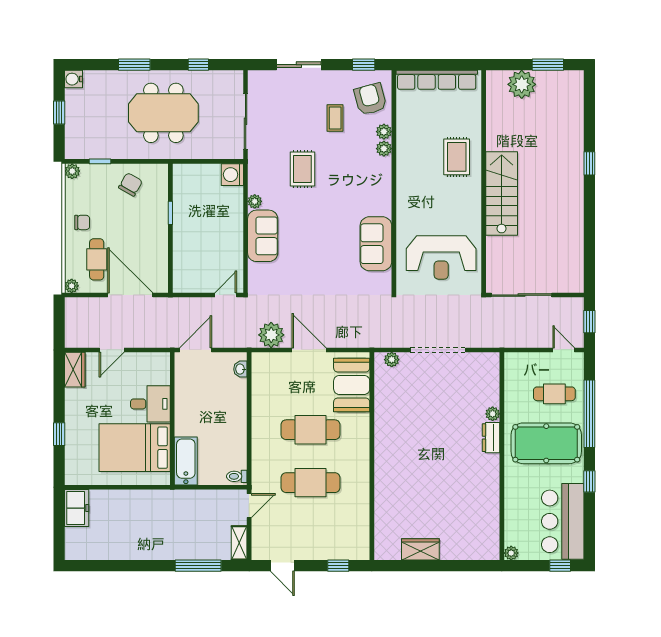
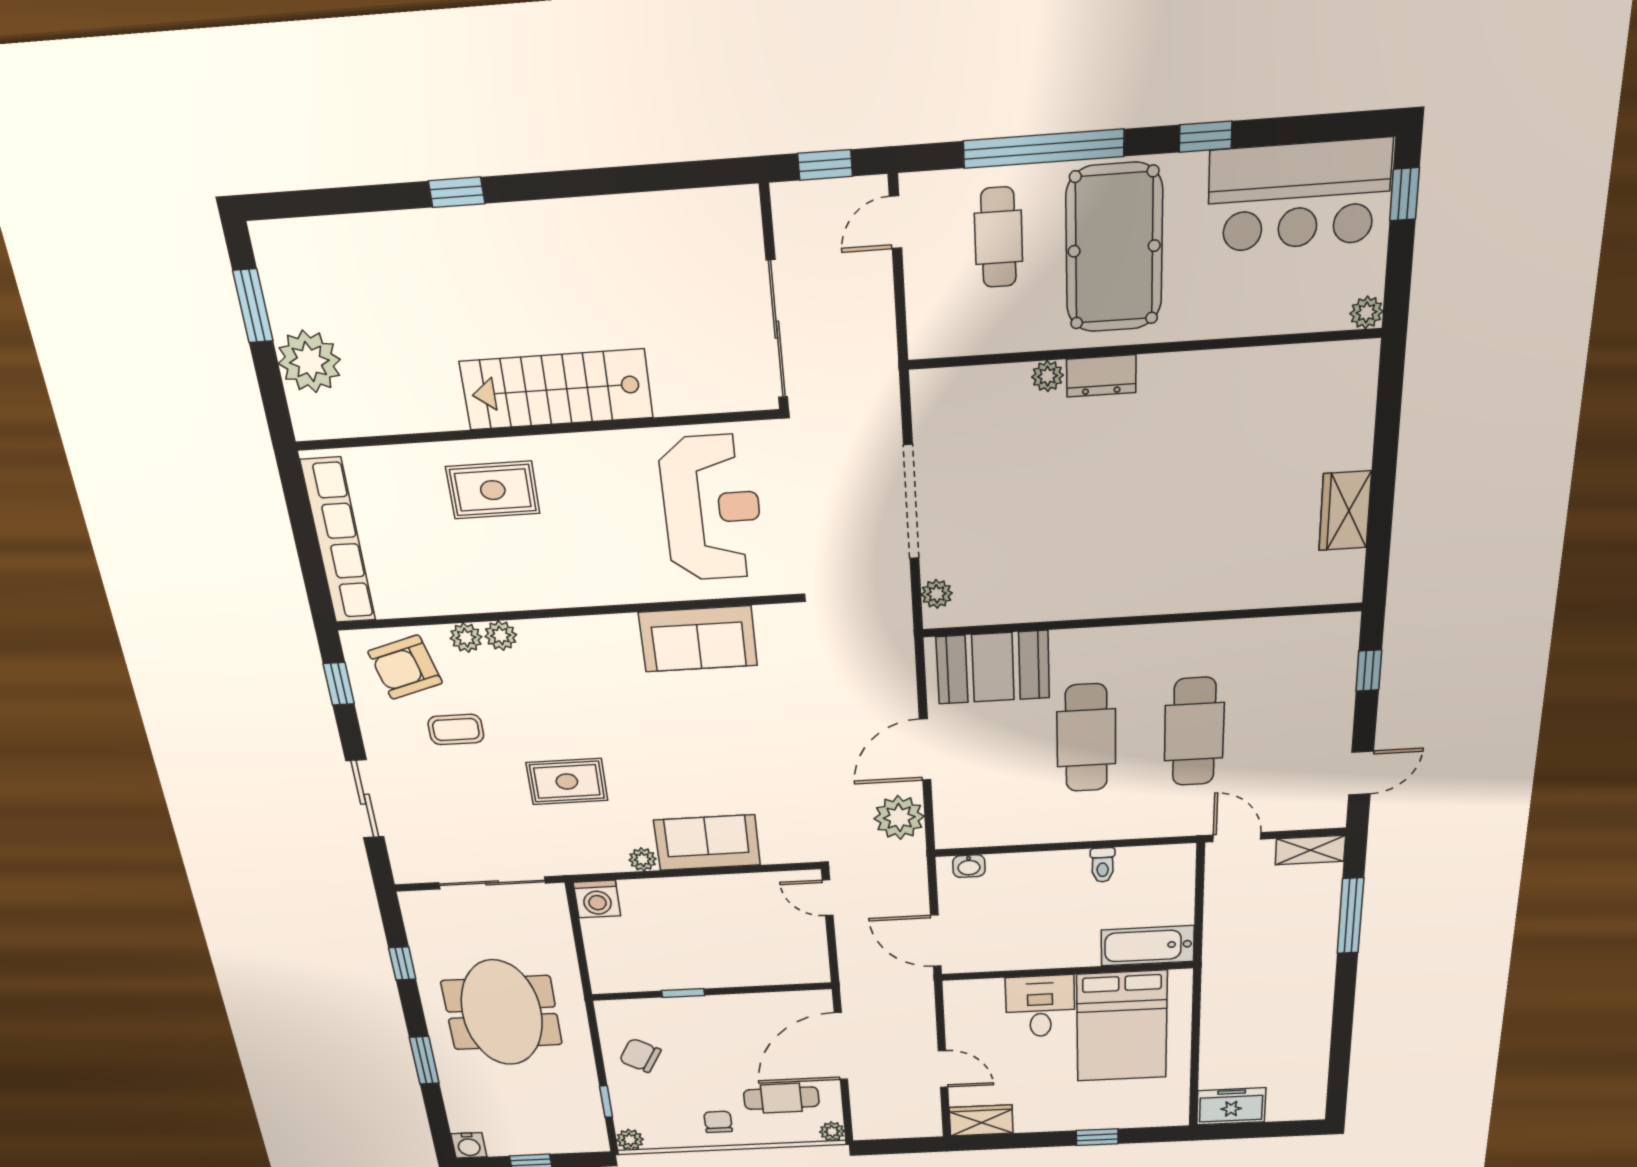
toilet: (237, 476) -> (1103, 865), moved

